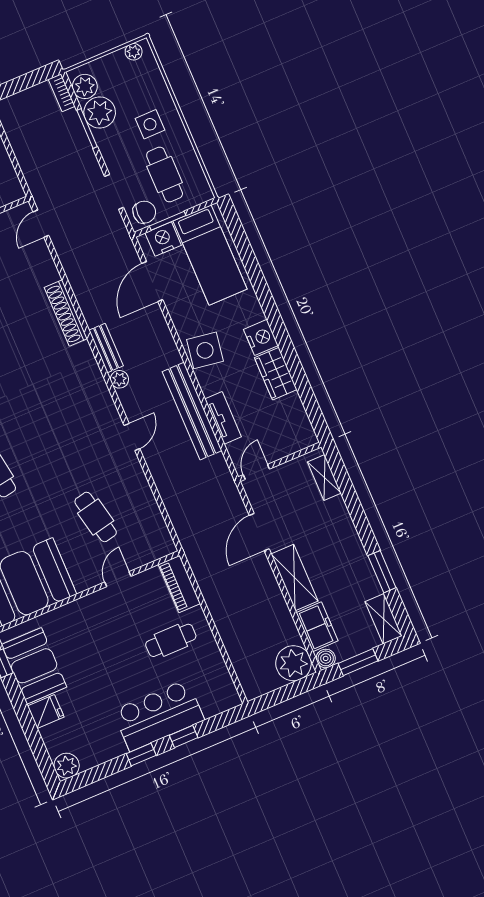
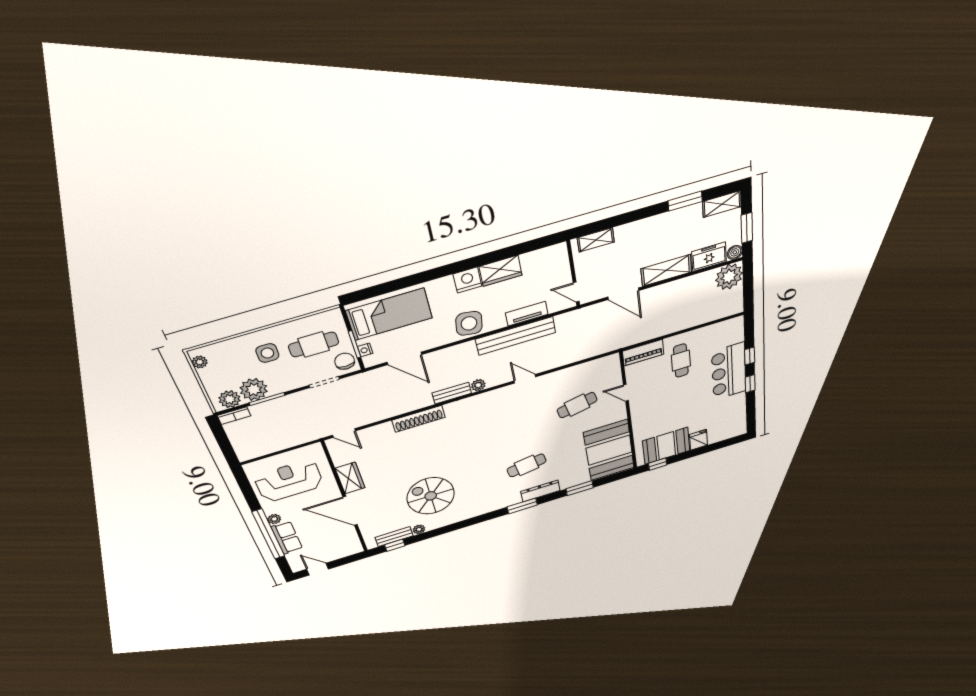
nightstand: (163, 239) -> (365, 350), width x0.53, depth x0.56
plant: (67, 766) -> (738, 429), removed

